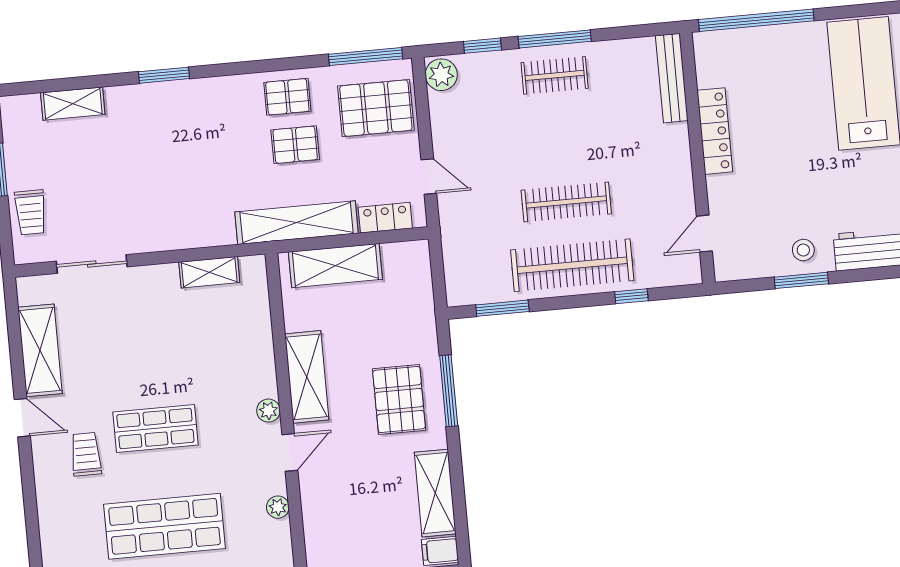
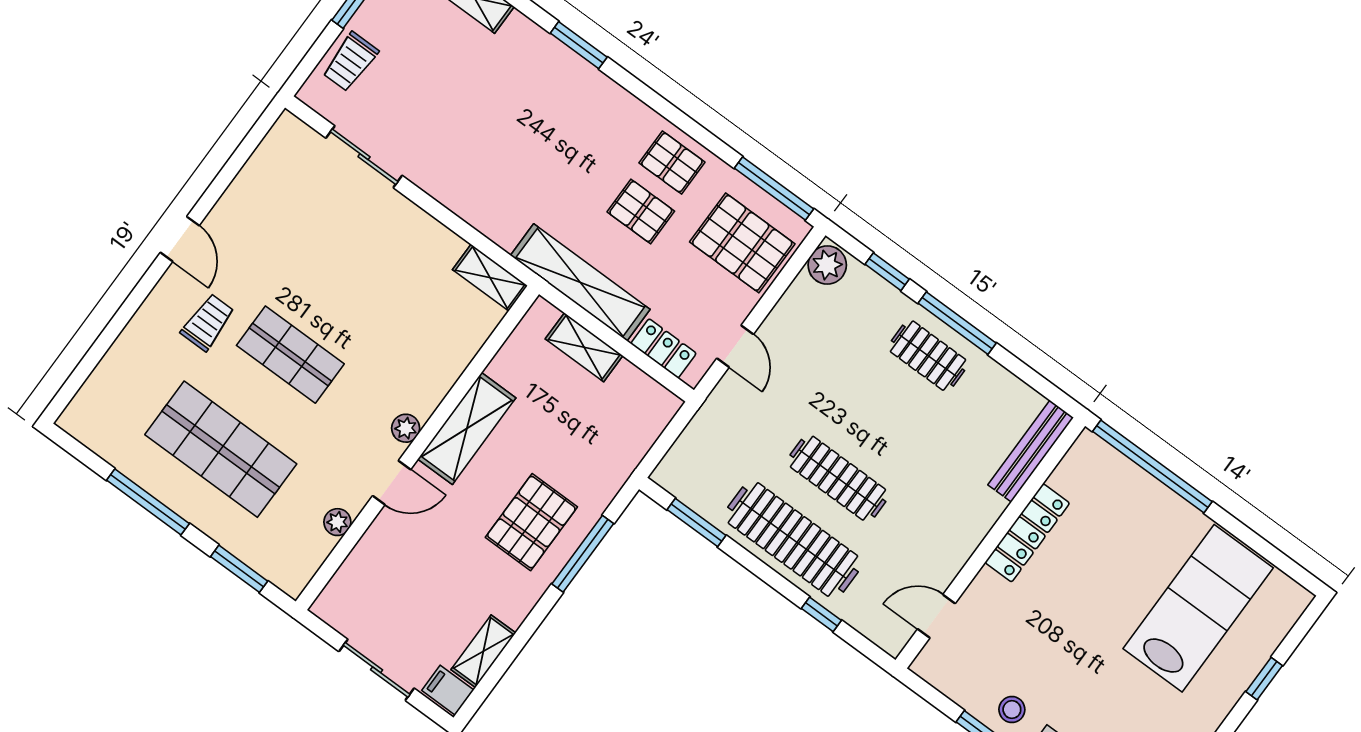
shelving: (335, 266) -> (584, 347), width x0.67, depth x0.75
shelving: (209, 272) -> (490, 278), moved
shelving: (40, 350) -> (249, 193), removed
shelving: (435, 493) -> (483, 651), width x0.67, depth x0.75

